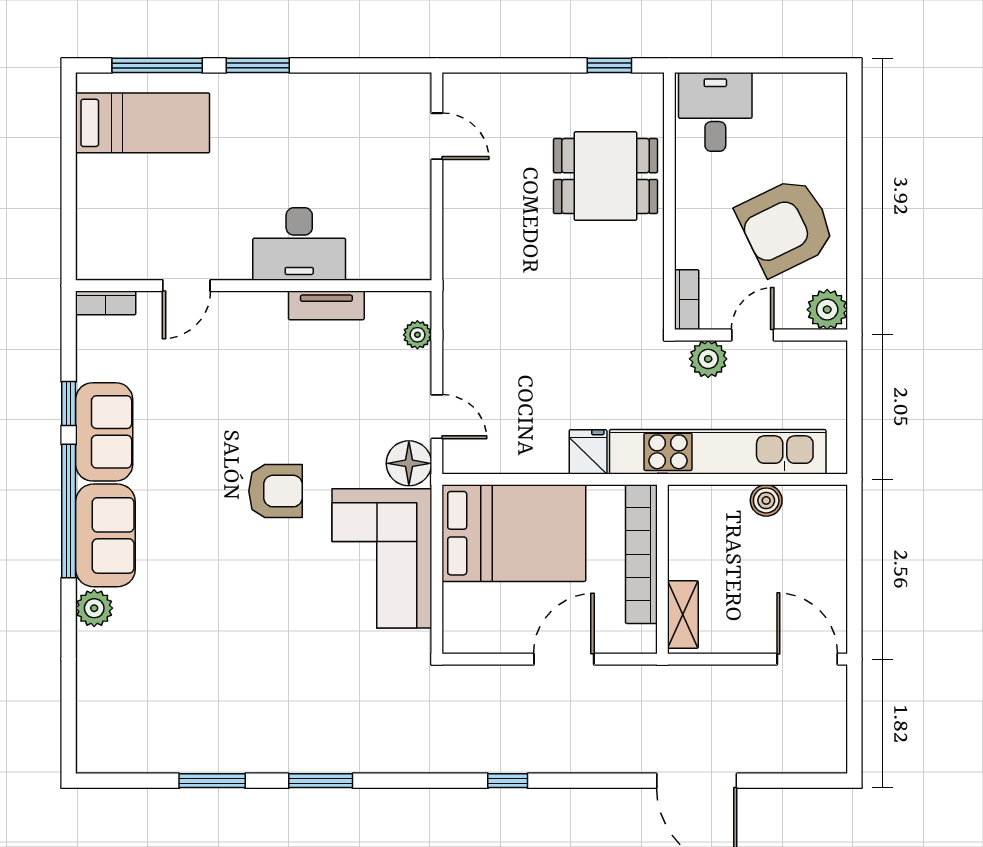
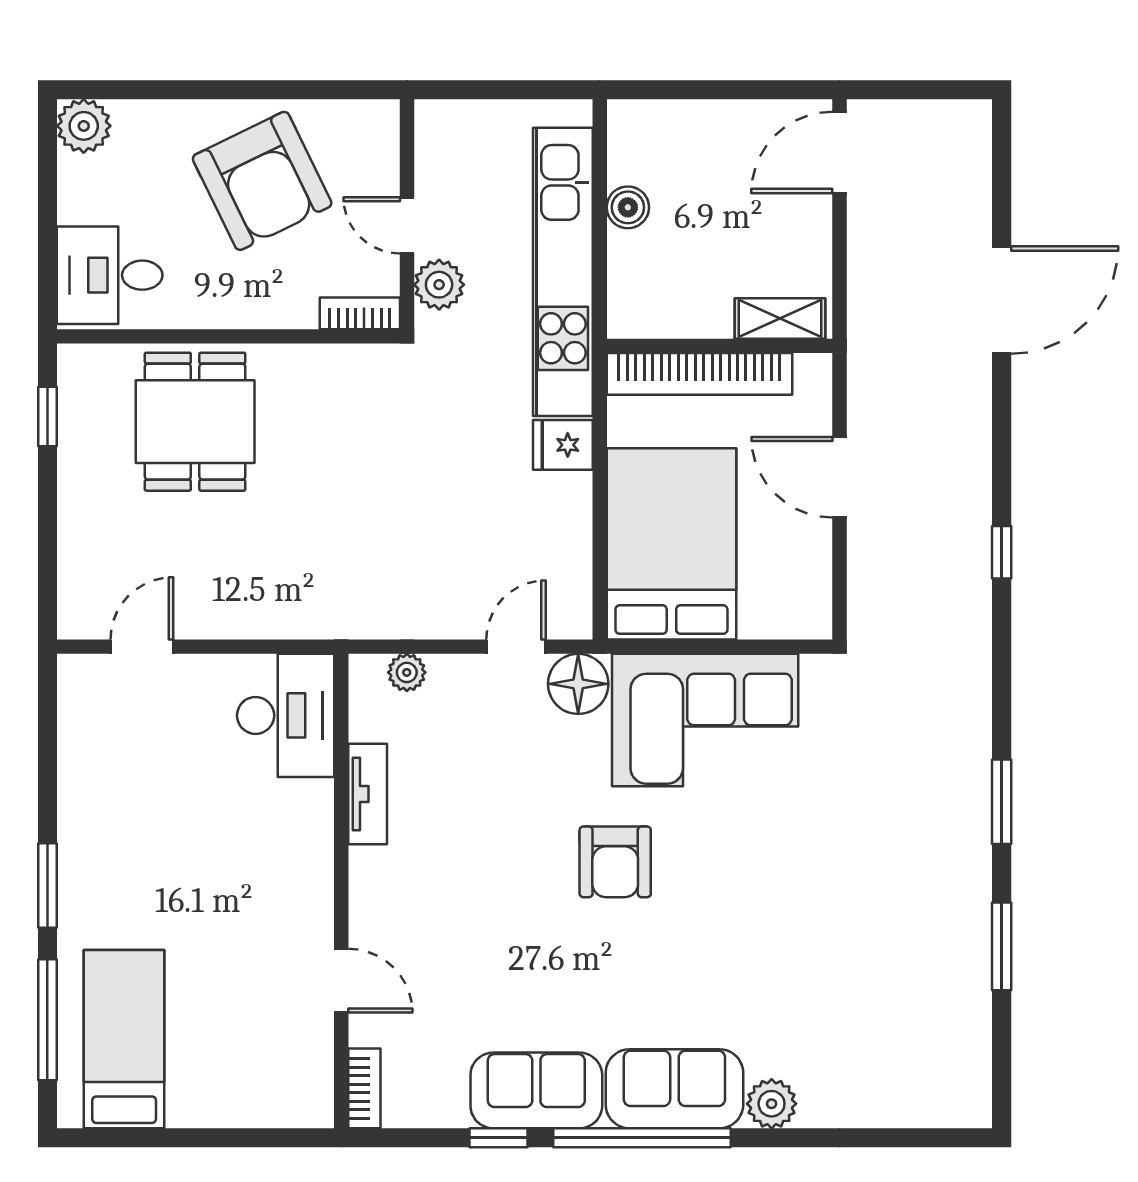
desk: (299, 244) -> (286, 715), moved
plant: (827, 310) -> (84, 126), moved
armchair: (276, 491) -> (615, 862), turned 180

